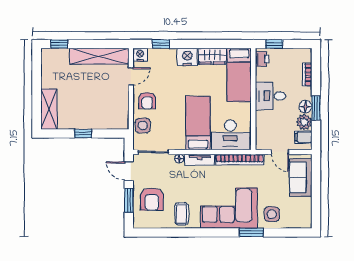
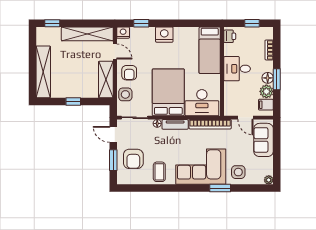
window: (274, 44) -> (252, 23), moved
wardrobe: (212, 56) -> (186, 34), removed
door: (131, 76) -> (115, 51), hinge flipped
shelving: (120, 108) -> (106, 79), added
shelving: (49, 109) -> (43, 72), width x1.47
bed: (198, 123) -> (168, 92), width x1.50
plant: (307, 223) -> (269, 180), added

